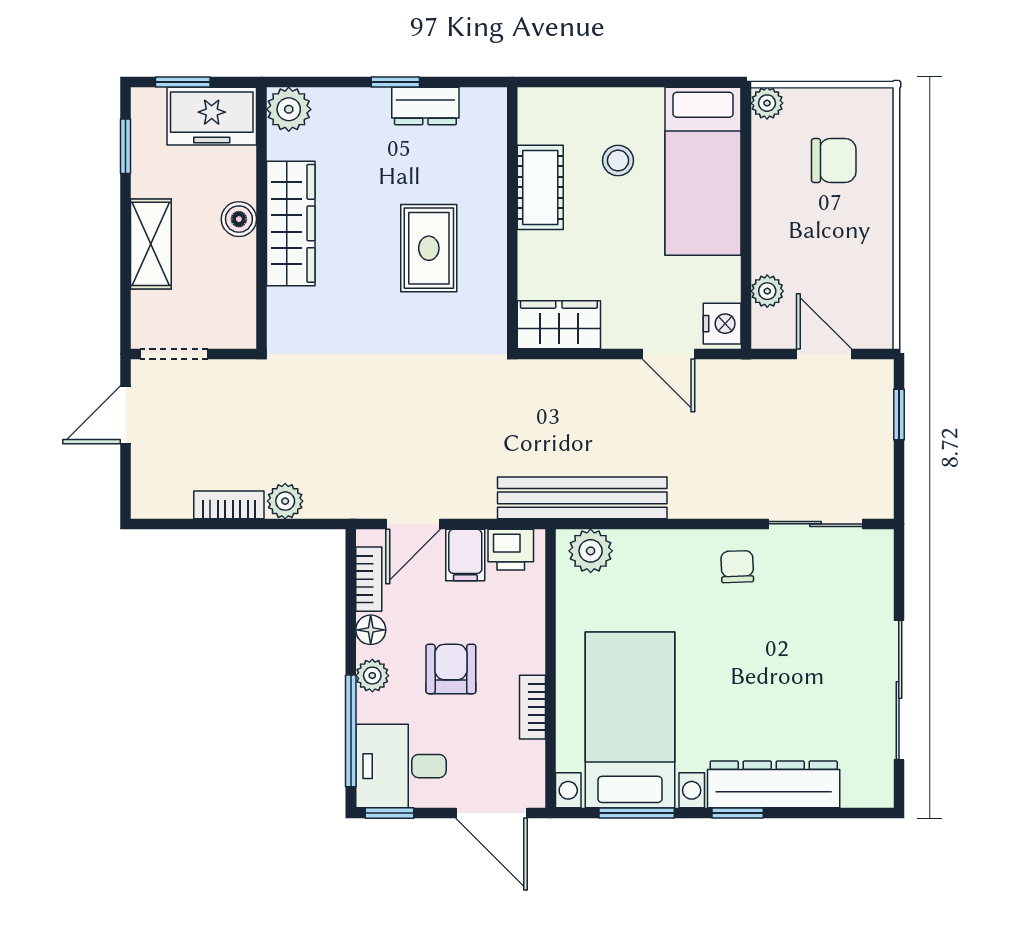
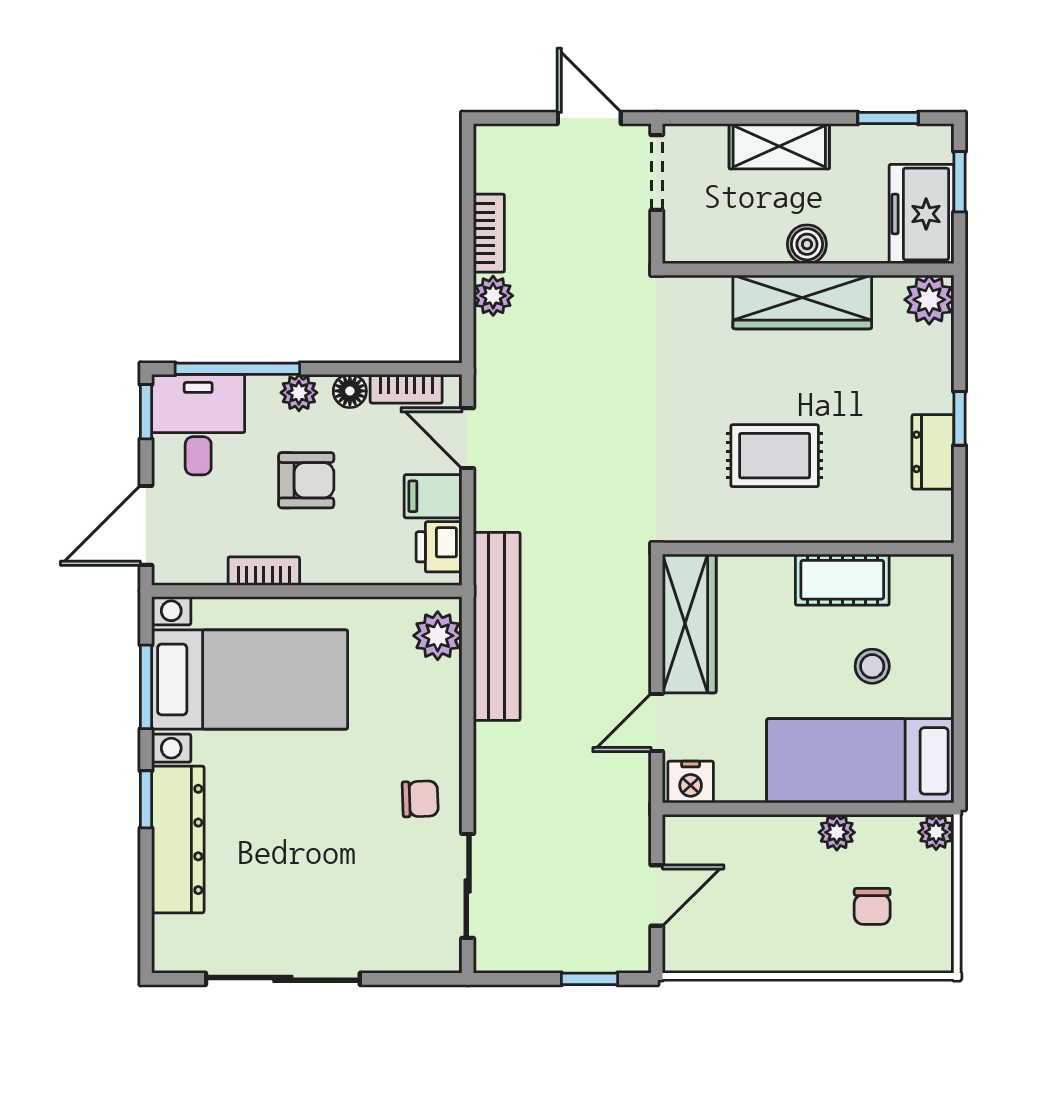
chair: (834, 160) -> (872, 906), width x0.73, depth x0.73
plant: (767, 291) -> (837, 832), moved
wardrobe: (559, 325) -> (689, 624), width x1.50

